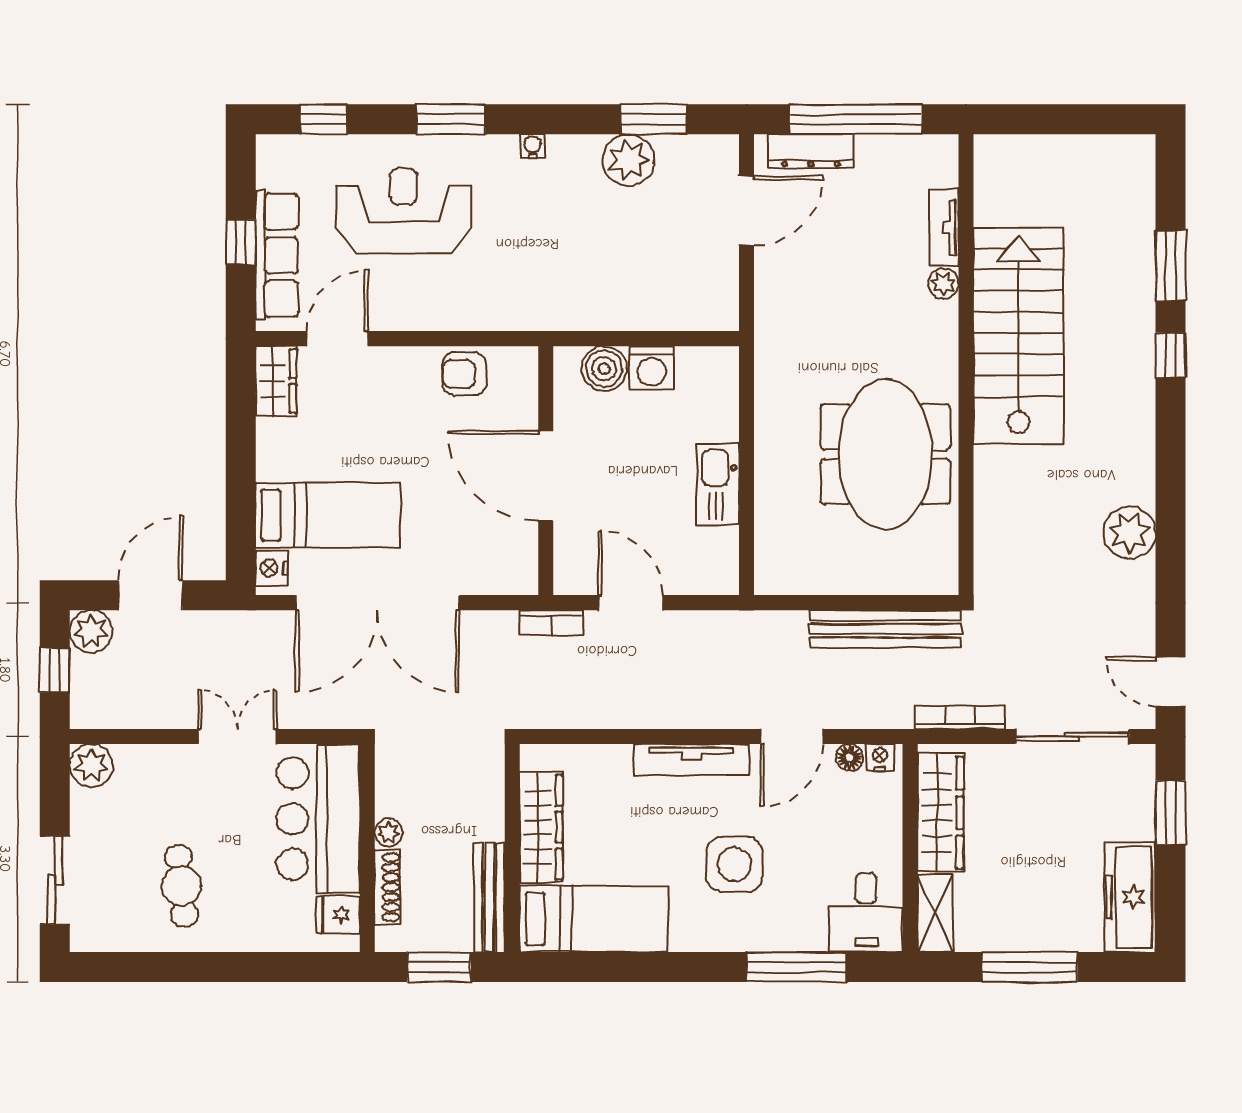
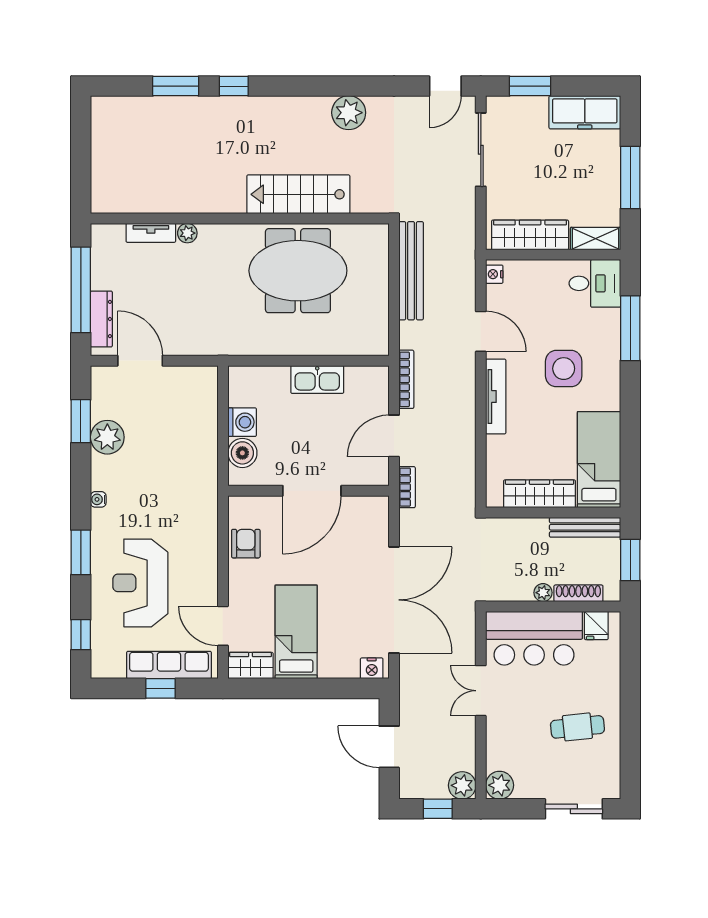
stairs: (1019, 335) -> (298, 194), moved, width x0.73, depth x0.66
armchair: (464, 374) -> (246, 544), turned 180
bed: (328, 515) -> (296, 632), moved
plant: (91, 631) -> (462, 785), moved
bookcase: (960, 718) -> (406, 379), moved, turned 180
floor lamp: (849, 757) -> (494, 294), removed

